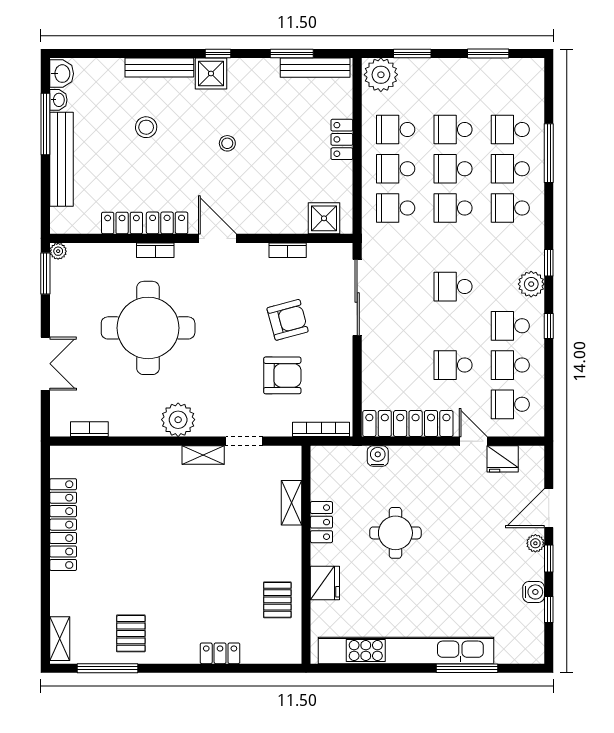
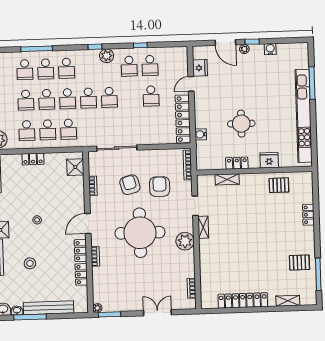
window: (549, 326) -> (140, 45), moved
round table: (148, 328) -> (140, 233), moved
school desk: (510, 404) -> (88, 98), moved
window: (549, 610) -> (279, 41), removed
shelving: (60, 639) -> (288, 301), moved

